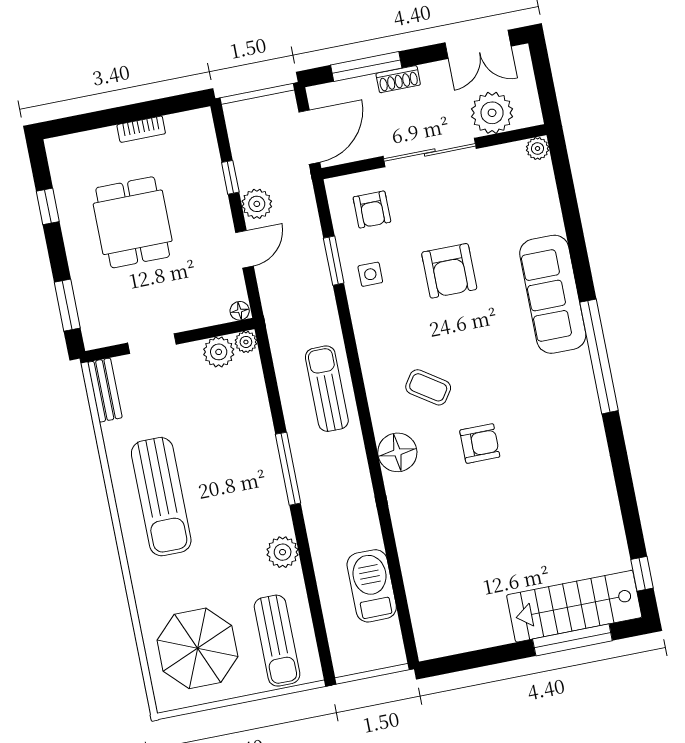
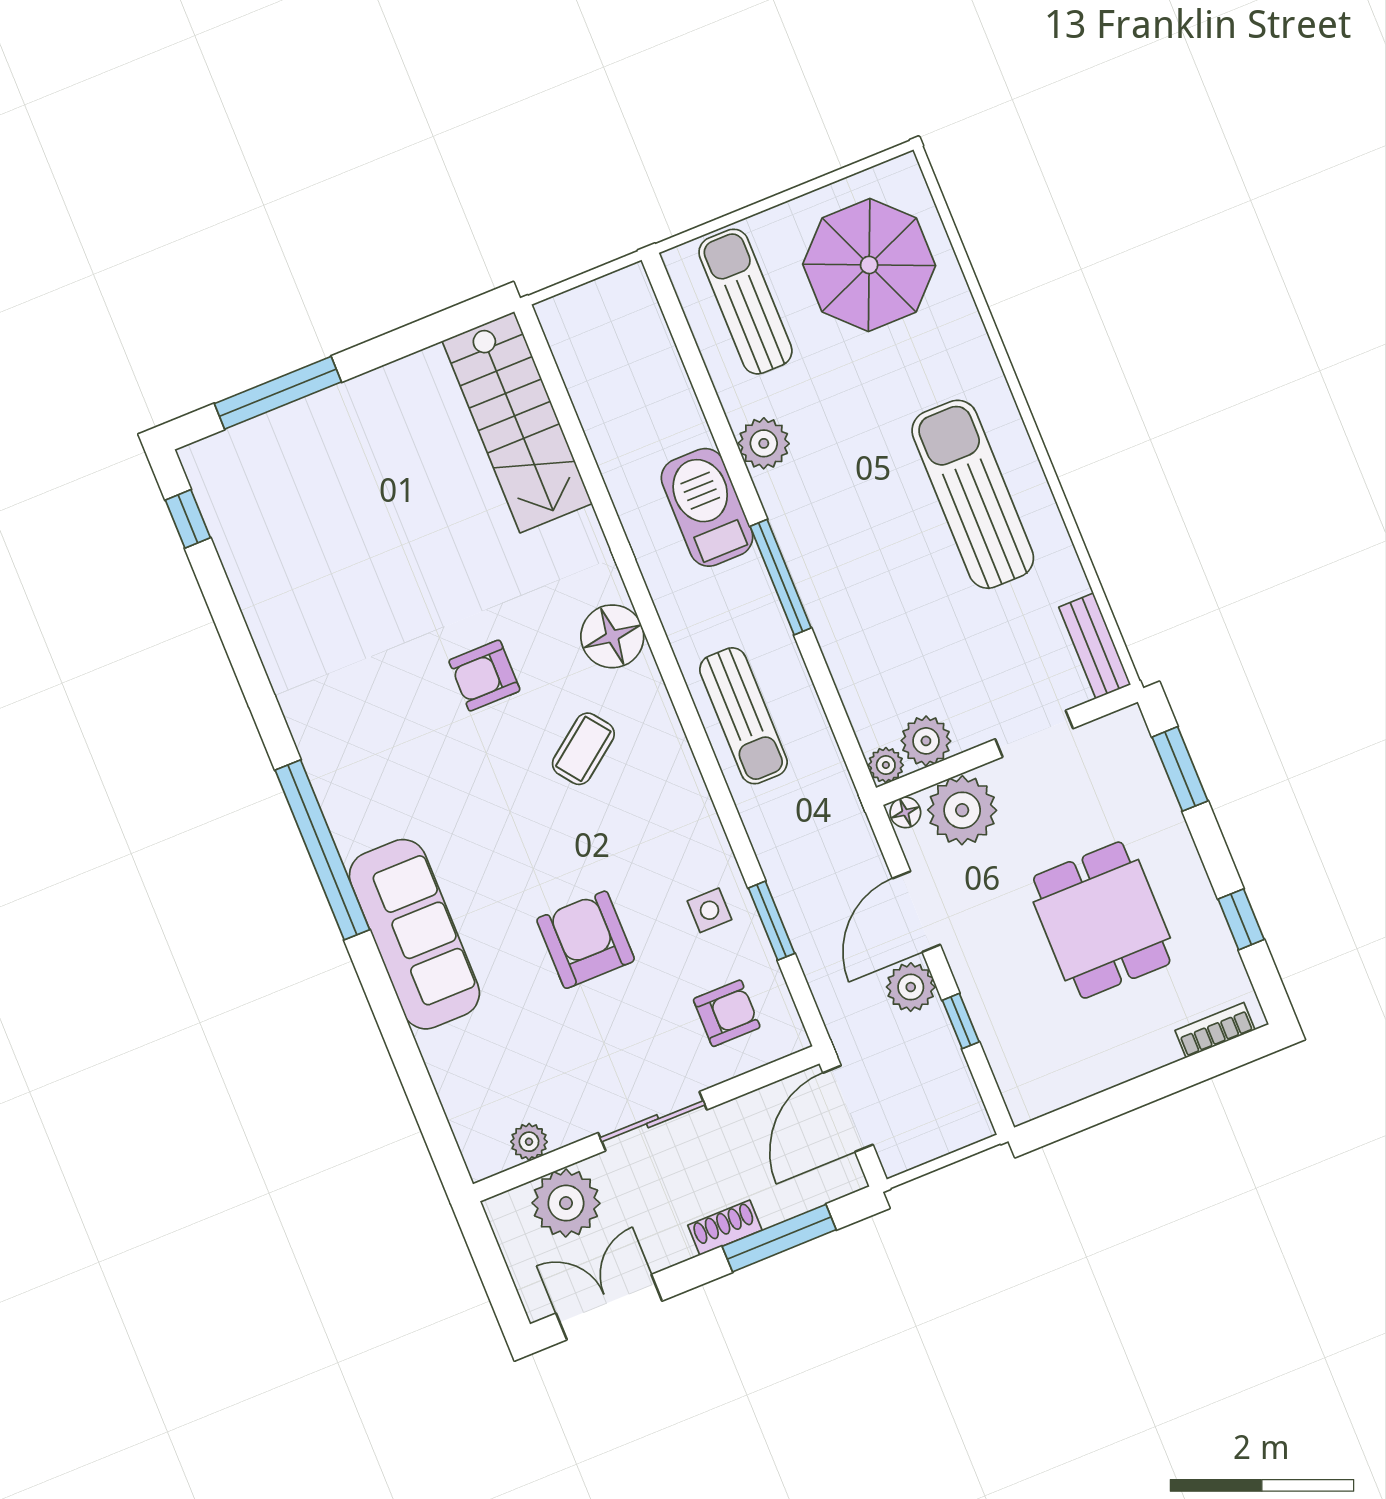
bookcase: (141, 129) -> (1215, 1030), moved
plant: (538, 148) -> (529, 1142), moved
sliding door: (430, 152) -> (653, 1121), width x0.73
armchair: (372, 210) -> (727, 1013), turned 90
door: (245, 249) -> (916, 912), width x1.38
plant: (205, 306) -> (962, 810), added
coffee table: (428, 387) -> (583, 749), turned -71
barbecue: (372, 586) -> (707, 507), moved, turned 180
stairs: (574, 606) -> (517, 422), moved, turned 90

